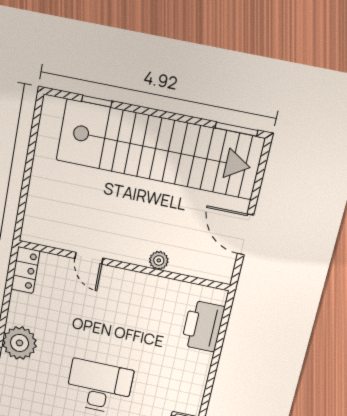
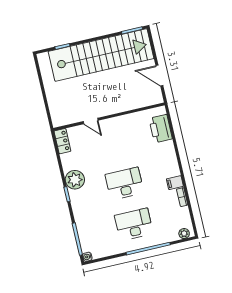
plant: (159, 260) -> (125, 107), removed

